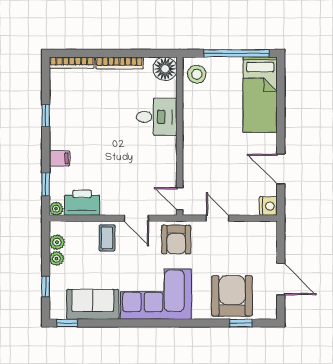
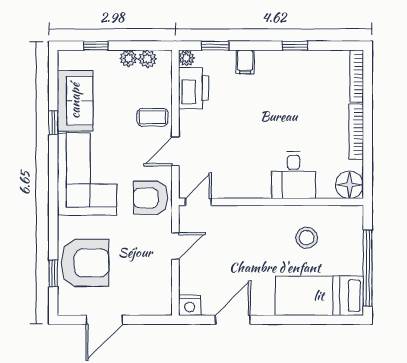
stool: (197, 74) -> (307, 238), moved
window: (67, 323) -> (53, 123), moved

